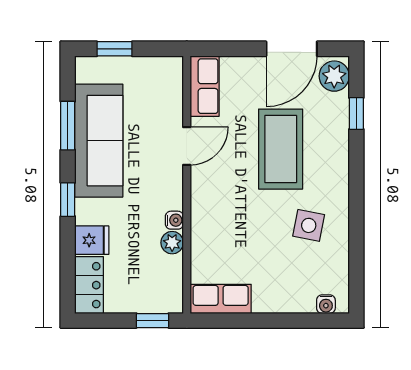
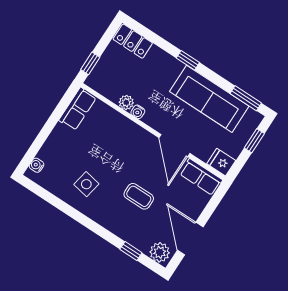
window: (68, 126) -> (246, 98), moved
door: (187, 146) -> (174, 145), width x1.38
coffee table: (281, 149) -> (139, 196), width x0.54, depth x0.58
fridge: (92, 240) -> (221, 162), moved, turned 90

